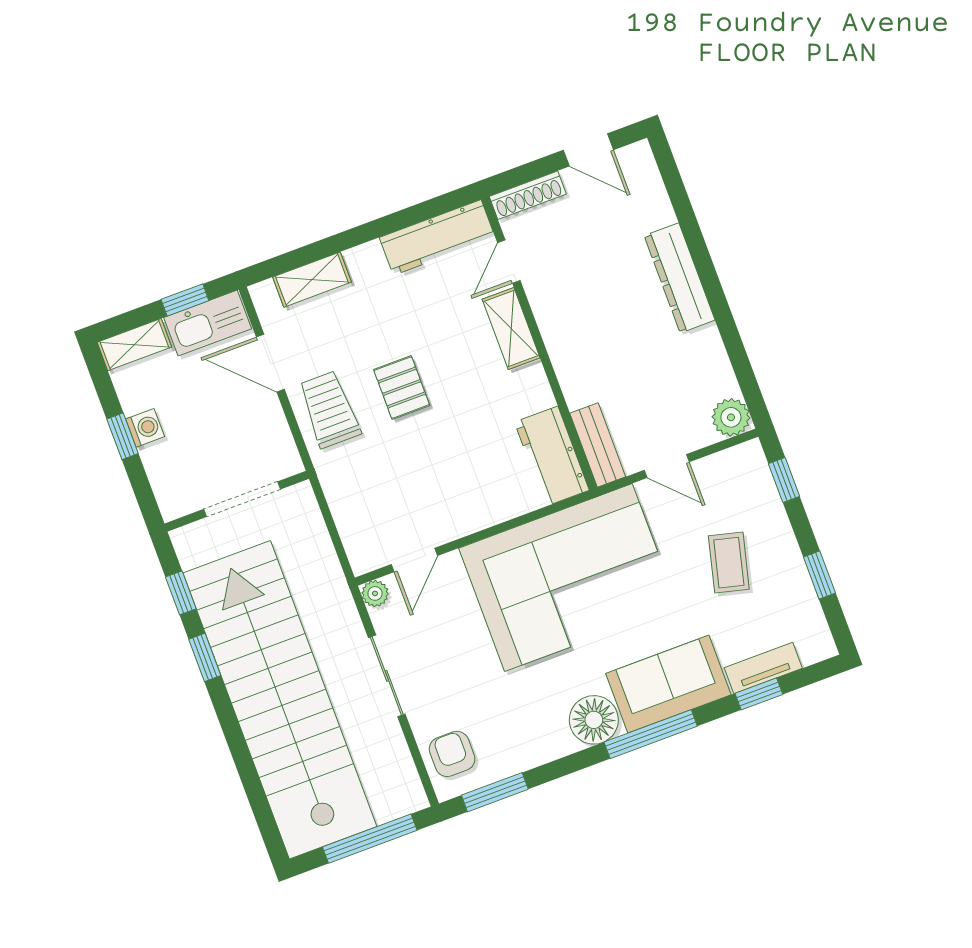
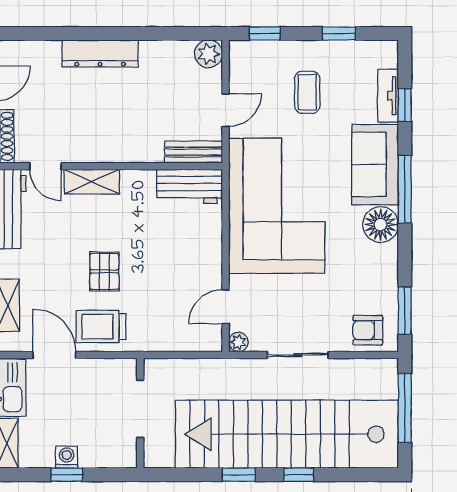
door: (270, 363) -> (54, 355), swing flipped
pallet: (402, 388) -> (104, 271), turned 90
door: (414, 560) -> (226, 307), swing flipped
coffee table: (729, 563) -> (307, 92), turned 76
window: (181, 593) -> (299, 475), moved

